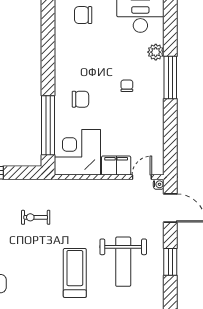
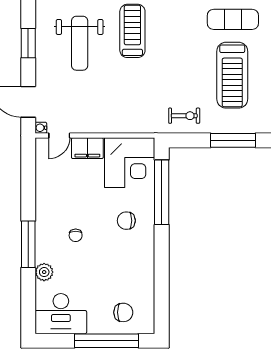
exercise bike: (36, 217) -> (184, 116), moved
weight bench: (123, 262) -> (80, 43), turned 180
treadmill: (75, 273) -> (132, 31), turned 180

